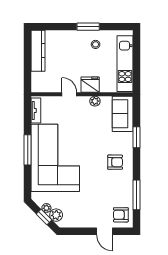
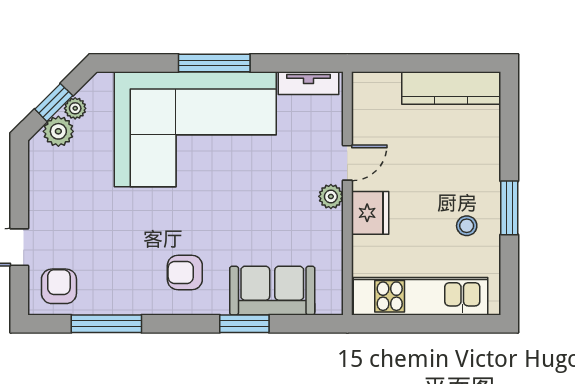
plant: (95, 101) -> (331, 196), moved
sofa: (123, 114) -> (272, 291), moved
armchair: (115, 162) -> (185, 272), turned 90

